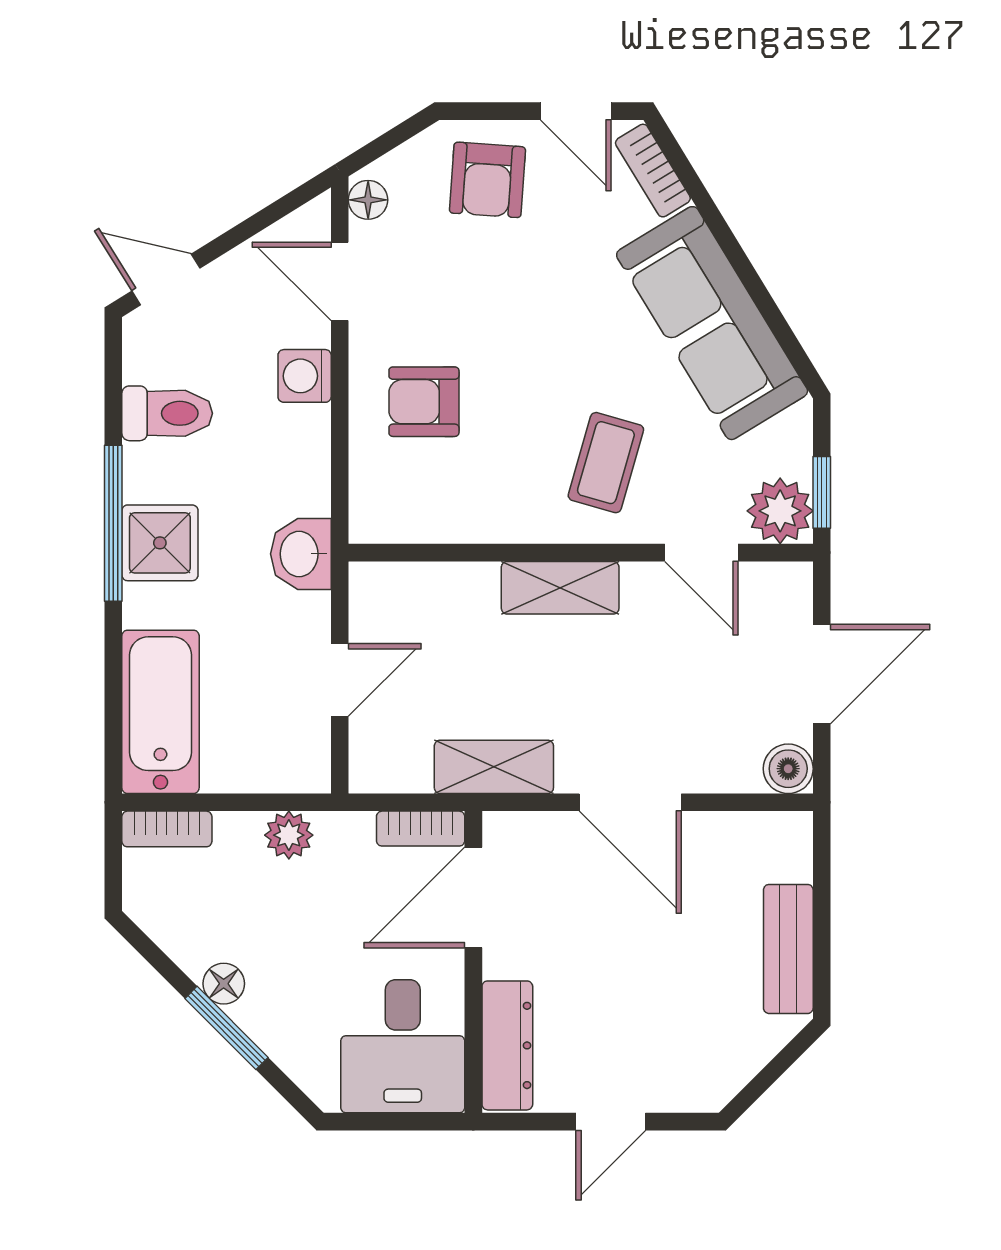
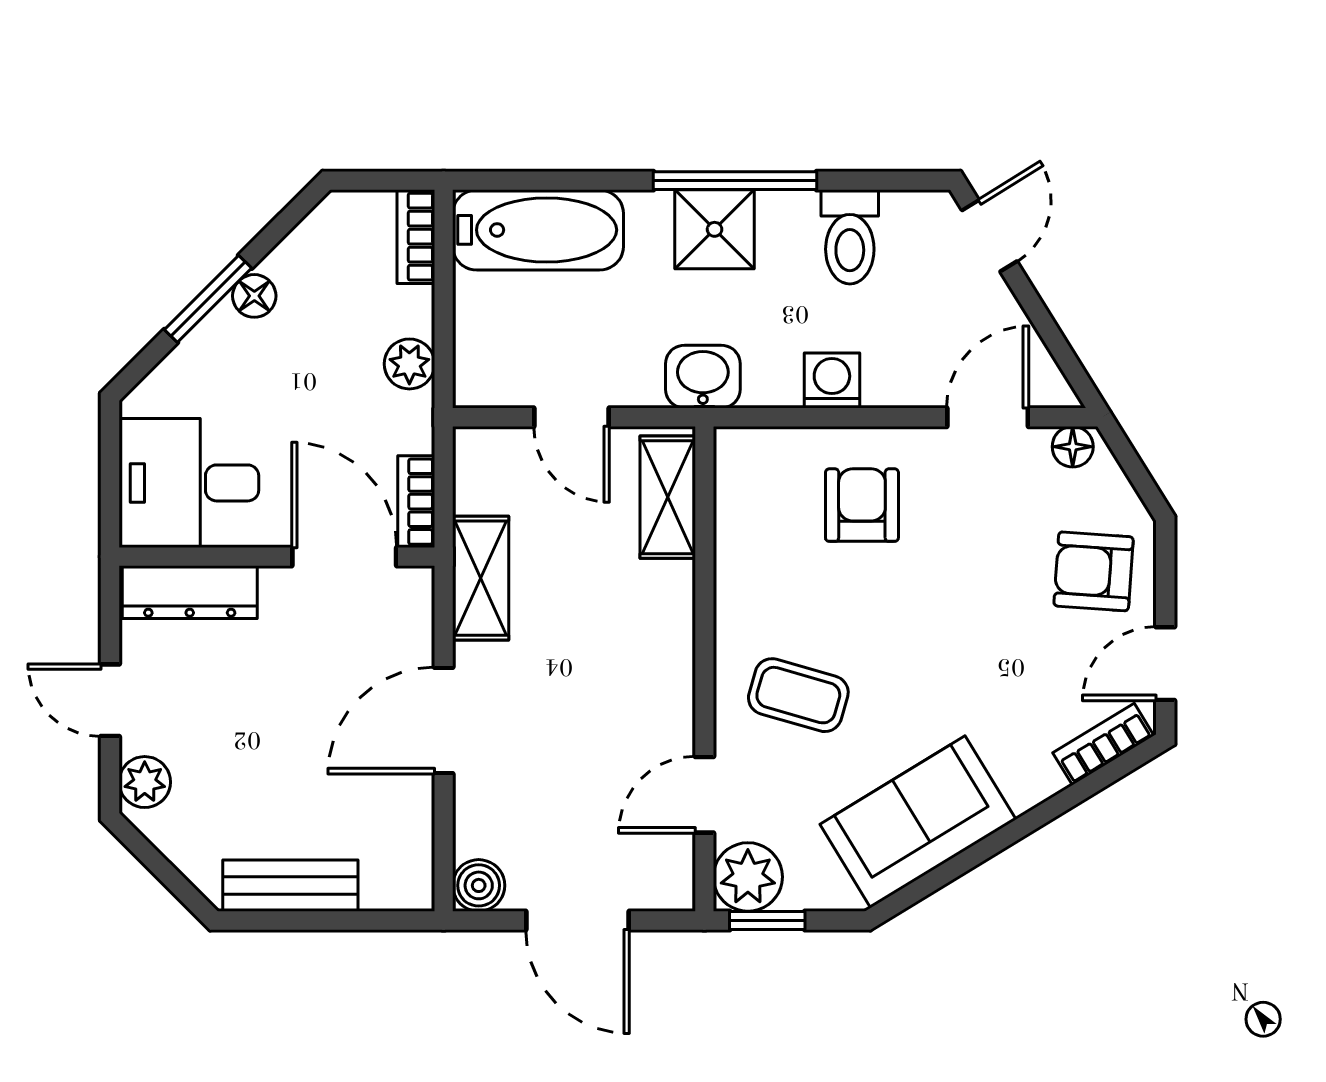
sofa: (712, 323) -> (918, 822), width x0.73
washing machine: (305, 376) -> (832, 380), moved
shelving: (560, 588) -> (668, 497), moved
plant: (689, 1088) -> (145, 782), added

